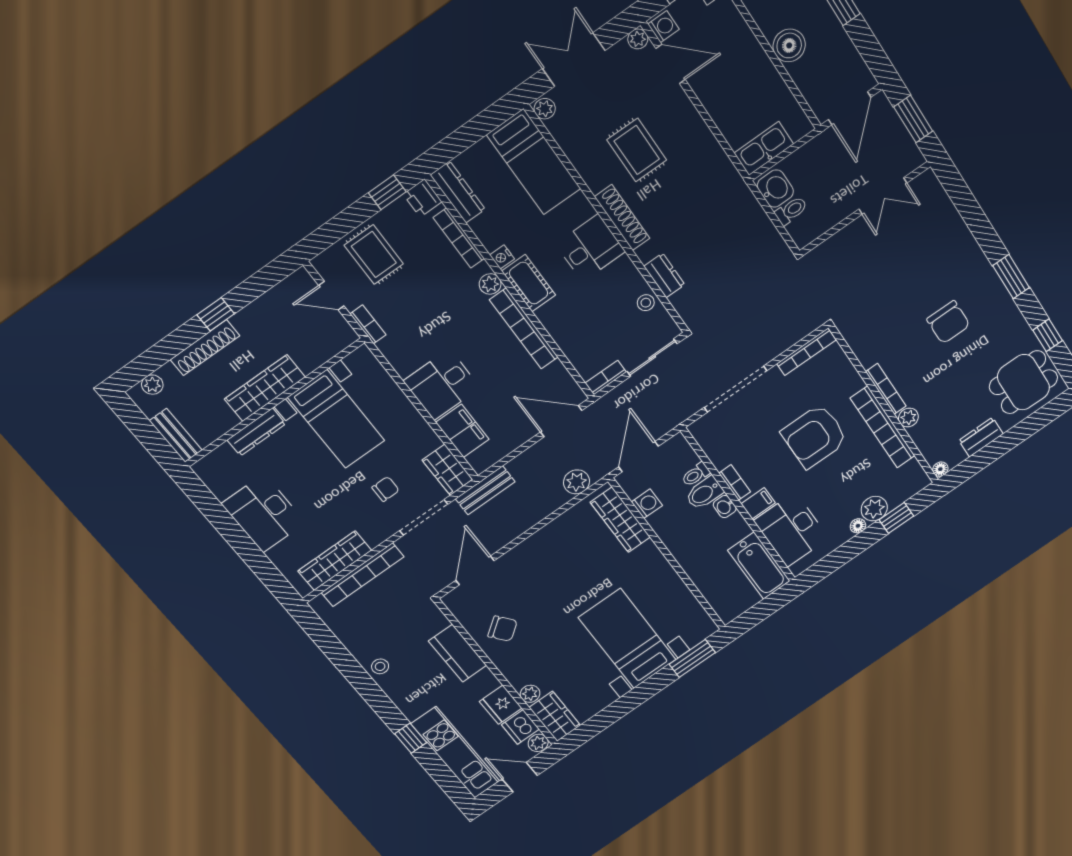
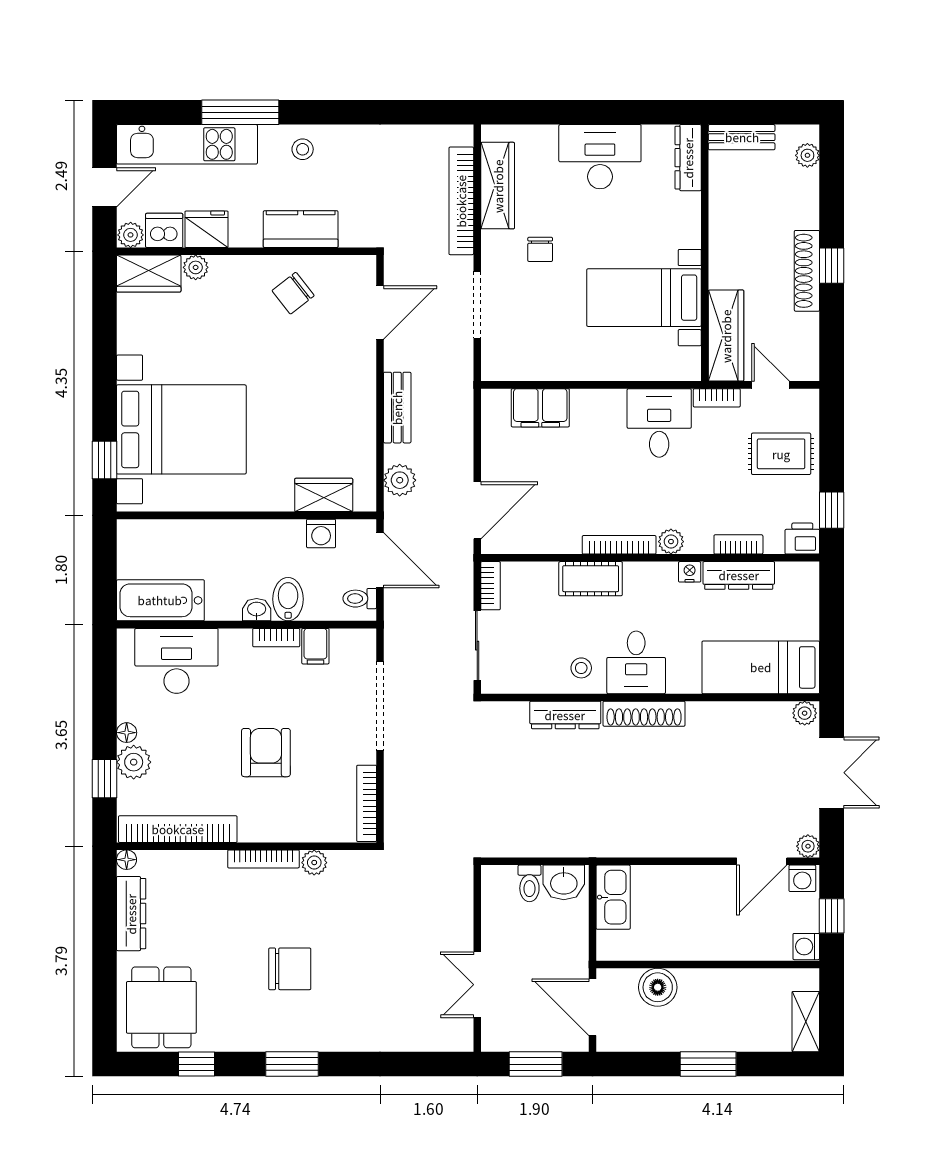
boiler: (789, 45) -> (658, 987), moved
rug: (637, 150) -> (701, 773), removed
dresser: (458, 192) -> (739, 575), moved
bookcase: (459, 238) -> (738, 544), width x0.64
dresser: (664, 275) -> (565, 715), width x1.44
cot: (529, 283) -> (591, 579), moved
door: (331, 296) -> (770, 385), hinge flipped
stool: (646, 303) -> (581, 668), moved
chair: (948, 322) -> (290, 969), turned 180
bookcase: (524, 329) -> (619, 545), width x0.68, depth x0.76
shoe rack: (205, 348) -> (807, 271), moved
desk: (442, 384) -> (659, 423), moved
wardrobe: (265, 388) -> (726, 336), moved
plant: (908, 418) -> (314, 863), moved
bookcase: (883, 427) -> (178, 829), moved
dresser: (256, 432) -> (688, 158), moved
armchair: (815, 436) -> (266, 753), width x0.73, depth x0.73
dresser: (981, 437) -> (131, 914), width x1.44
wardrobe: (448, 470) -> (510, 364), removed
toilet: (696, 474) -> (360, 599), moved, turned -90
chair: (385, 489) -> (540, 249), moved
bench: (485, 490) -> (397, 408), moved
filing cabinet: (758, 503) -> (315, 646), moved
wardrobe: (620, 520) -> (324, 495), width x0.67
door: (475, 570) -> (380, 312), hinge flipped
bed with nightstands: (627, 639) -> (181, 429), width x1.36
window: (692, 658) -> (104, 460), width x0.67
stool: (380, 666) -> (303, 149), moved
window: (411, 738) -> (240, 112), width x2.17

